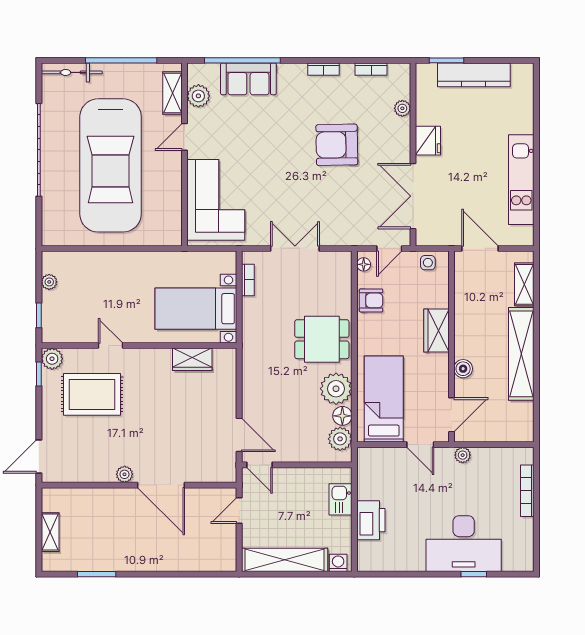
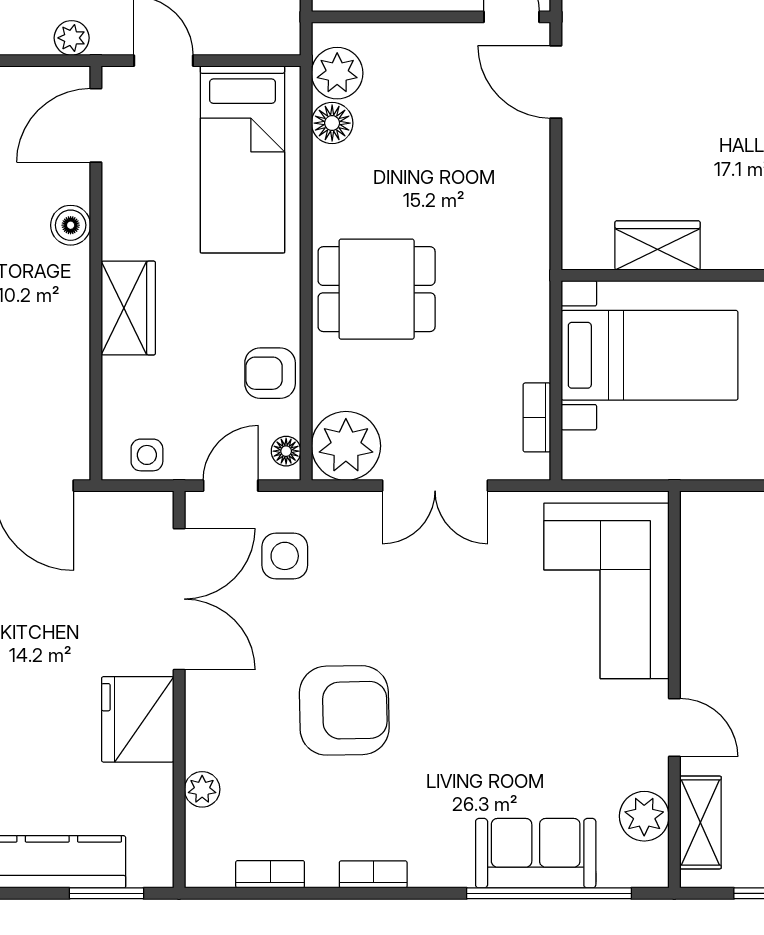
door: (184, 137) -> (674, 727), hinge flipped
fridge: (428, 141) -> (138, 719), width x1.36, depth x1.34
side table: (364, 216) -> (285, 556), added
plant: (336, 389) -> (346, 446), moved

